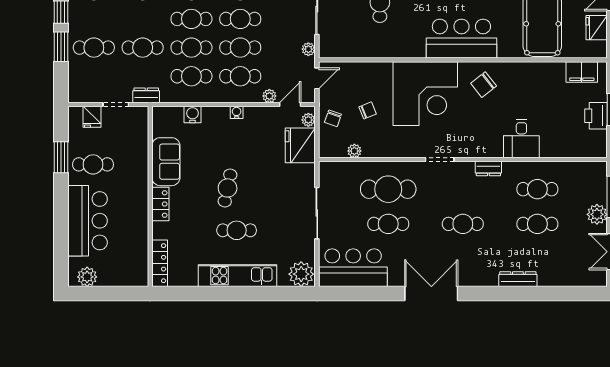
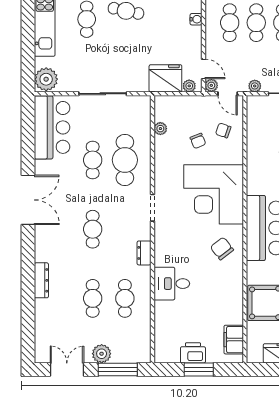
plant: (269, 96) -> (211, 85), moved
chair: (333, 118) -> (223, 130), moved

